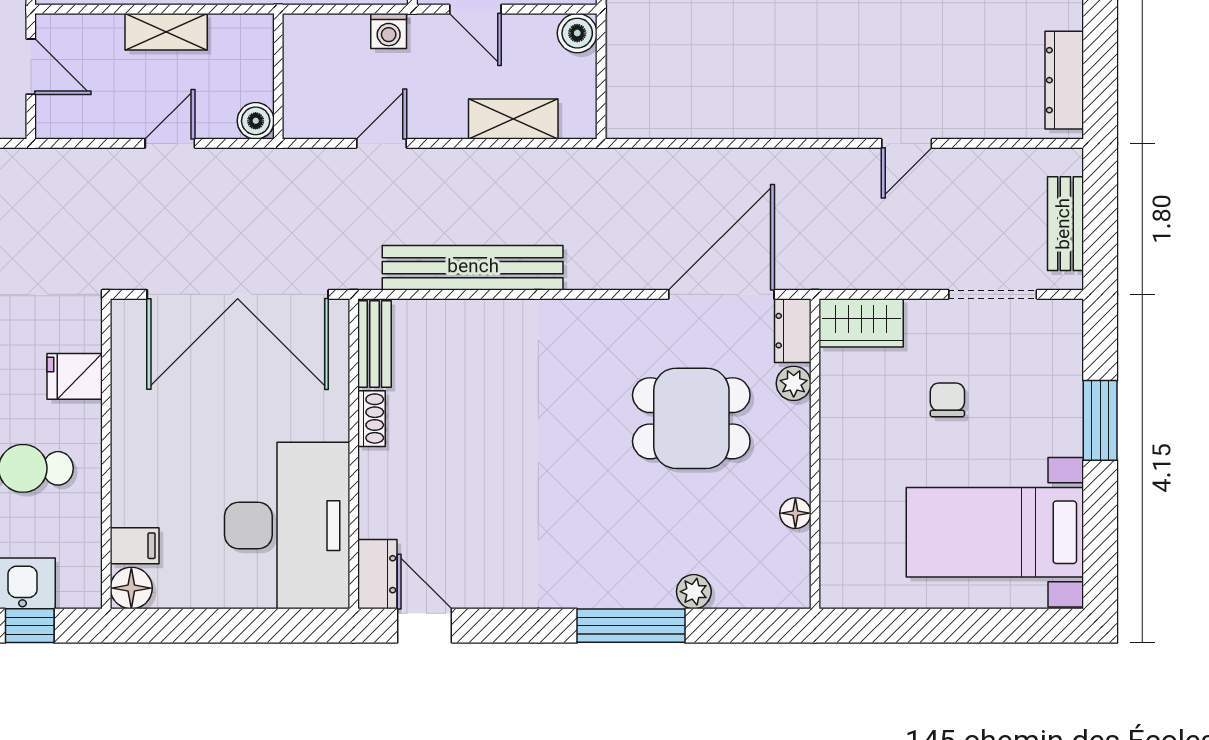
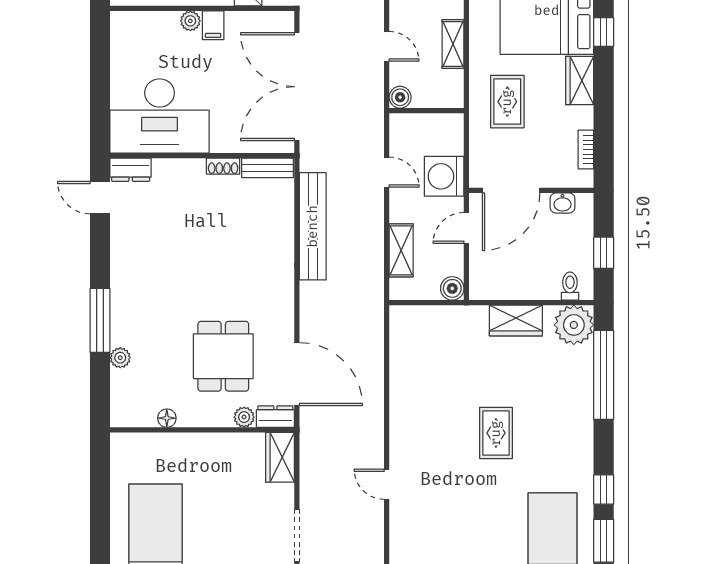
washing machine: (389, 31) -> (444, 176), width x1.89, depth x1.89
chair: (947, 400) -> (234, 508), removed
plant: (127, 474) -> (190, 21), added
filing cabinet: (135, 546) -> (213, 25), moved
floor lamp: (131, 588) -> (122, 23), removed
door: (425, 626) -> (100, 198), swing flipped

